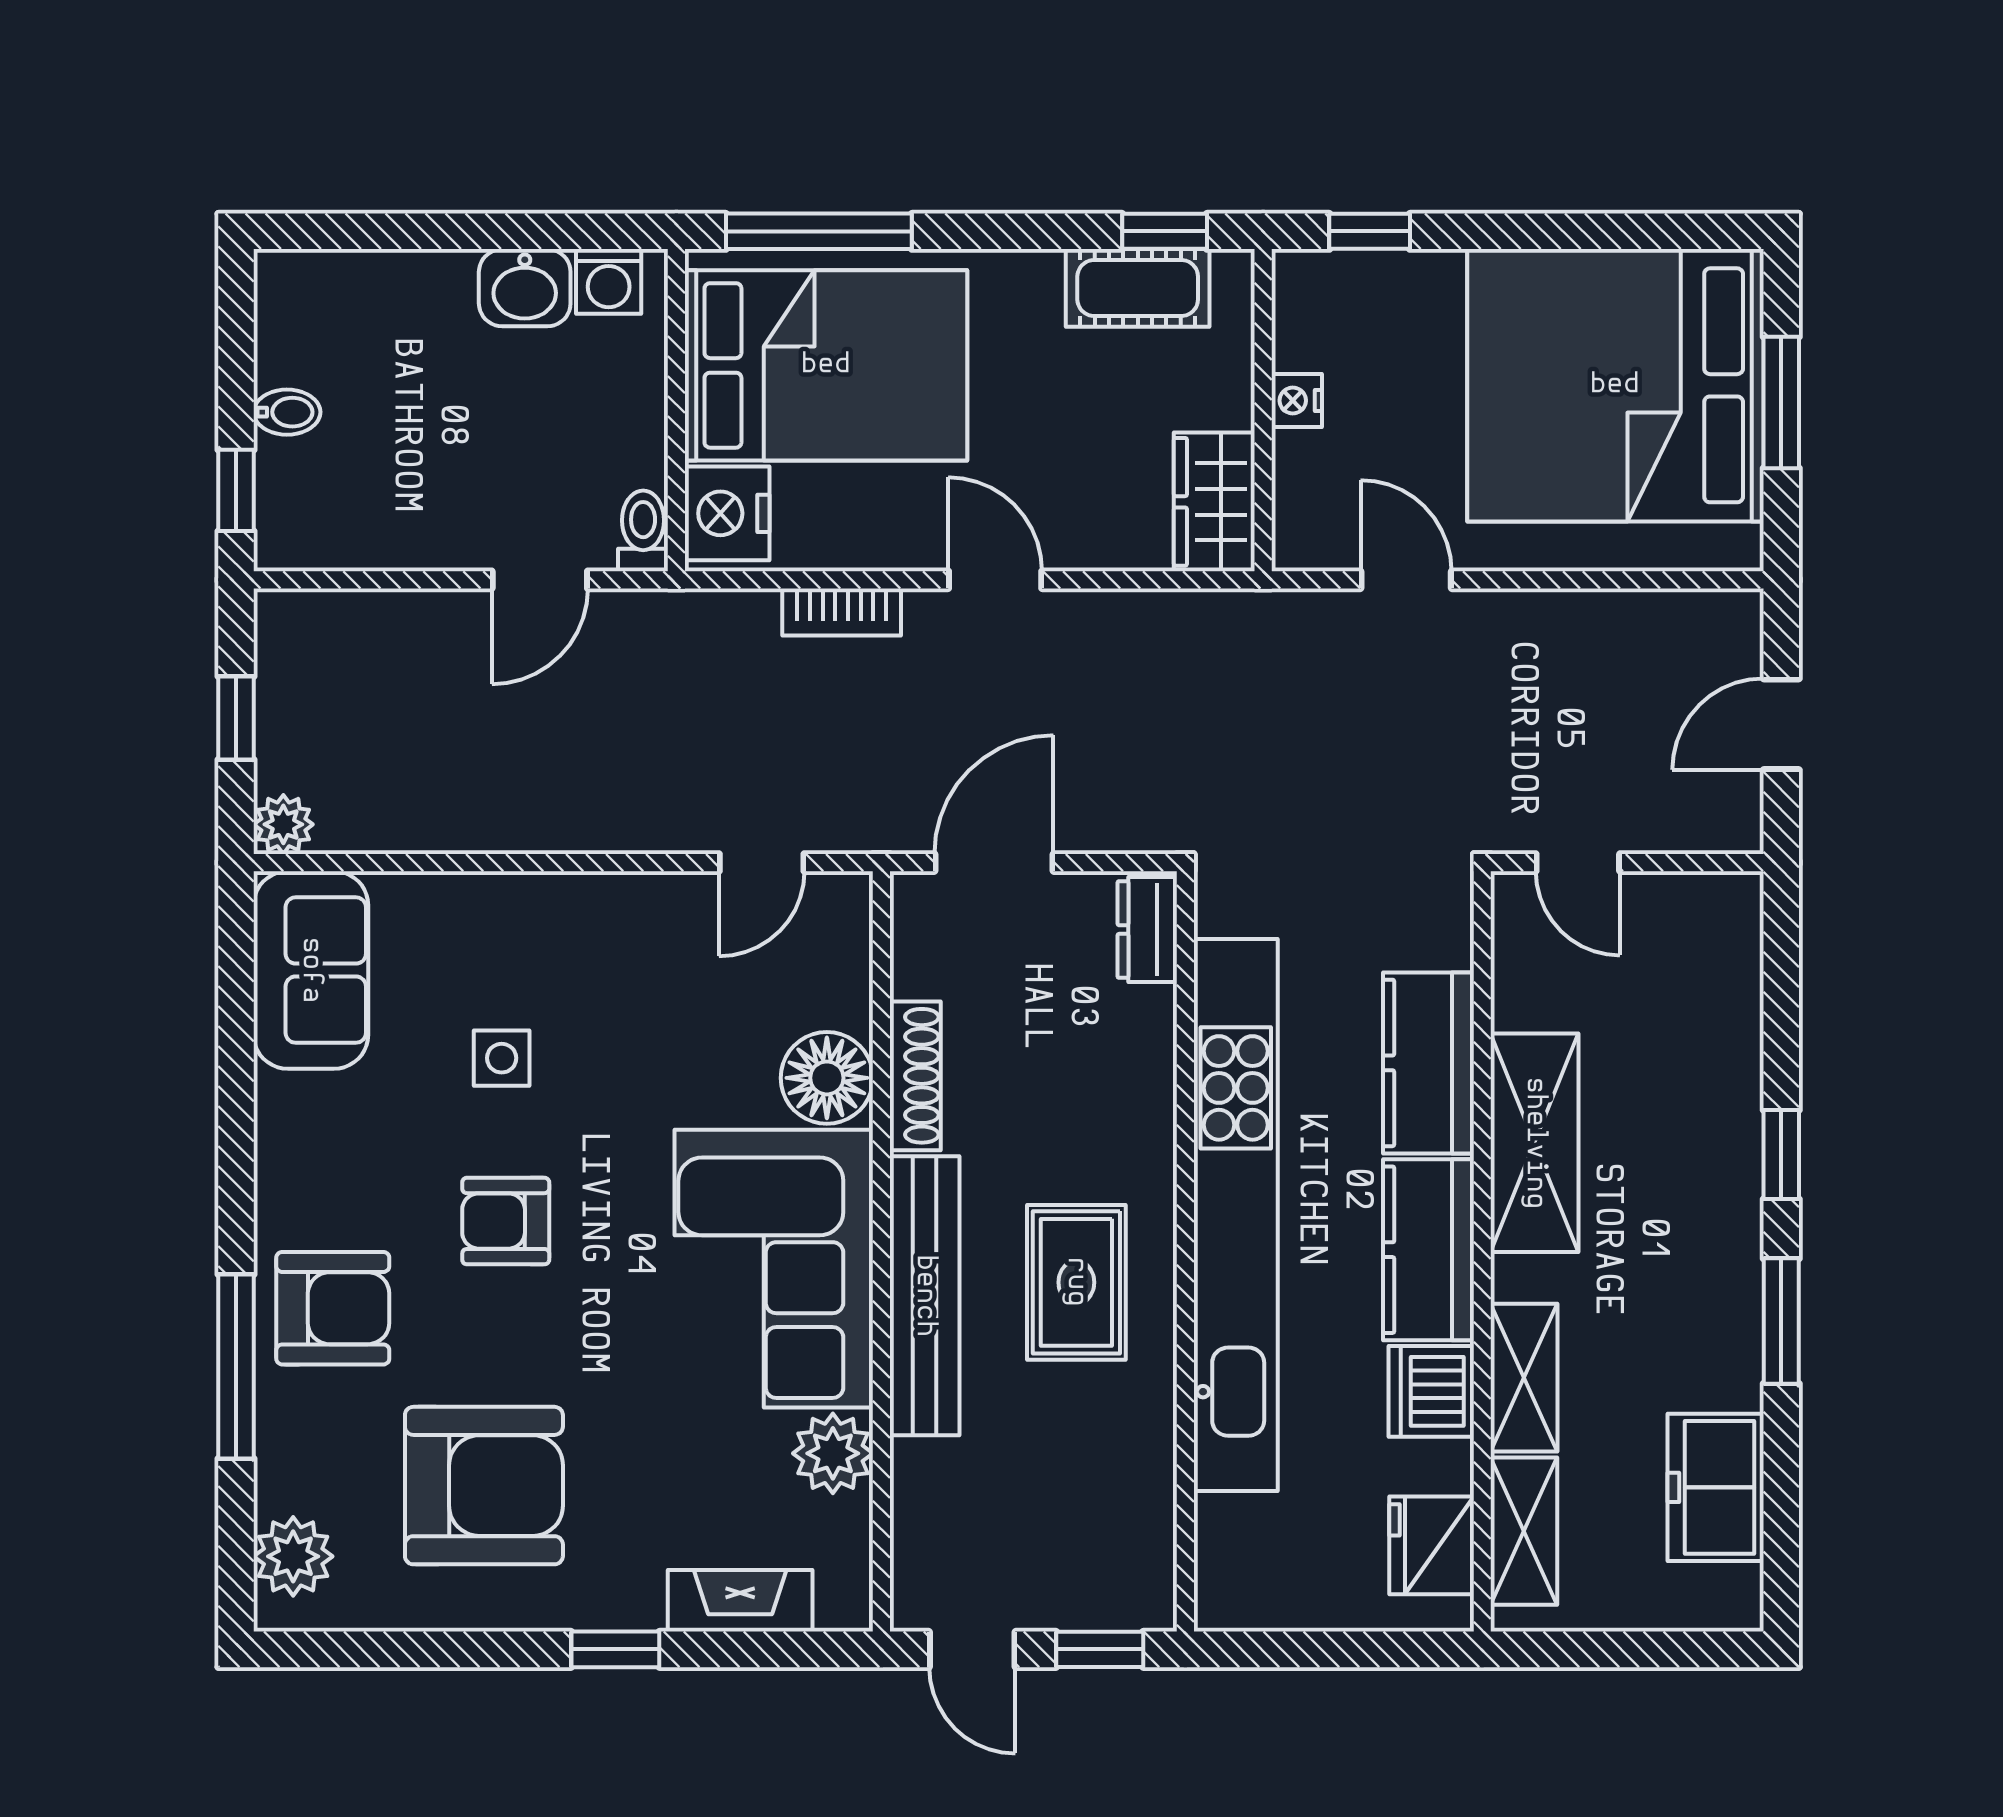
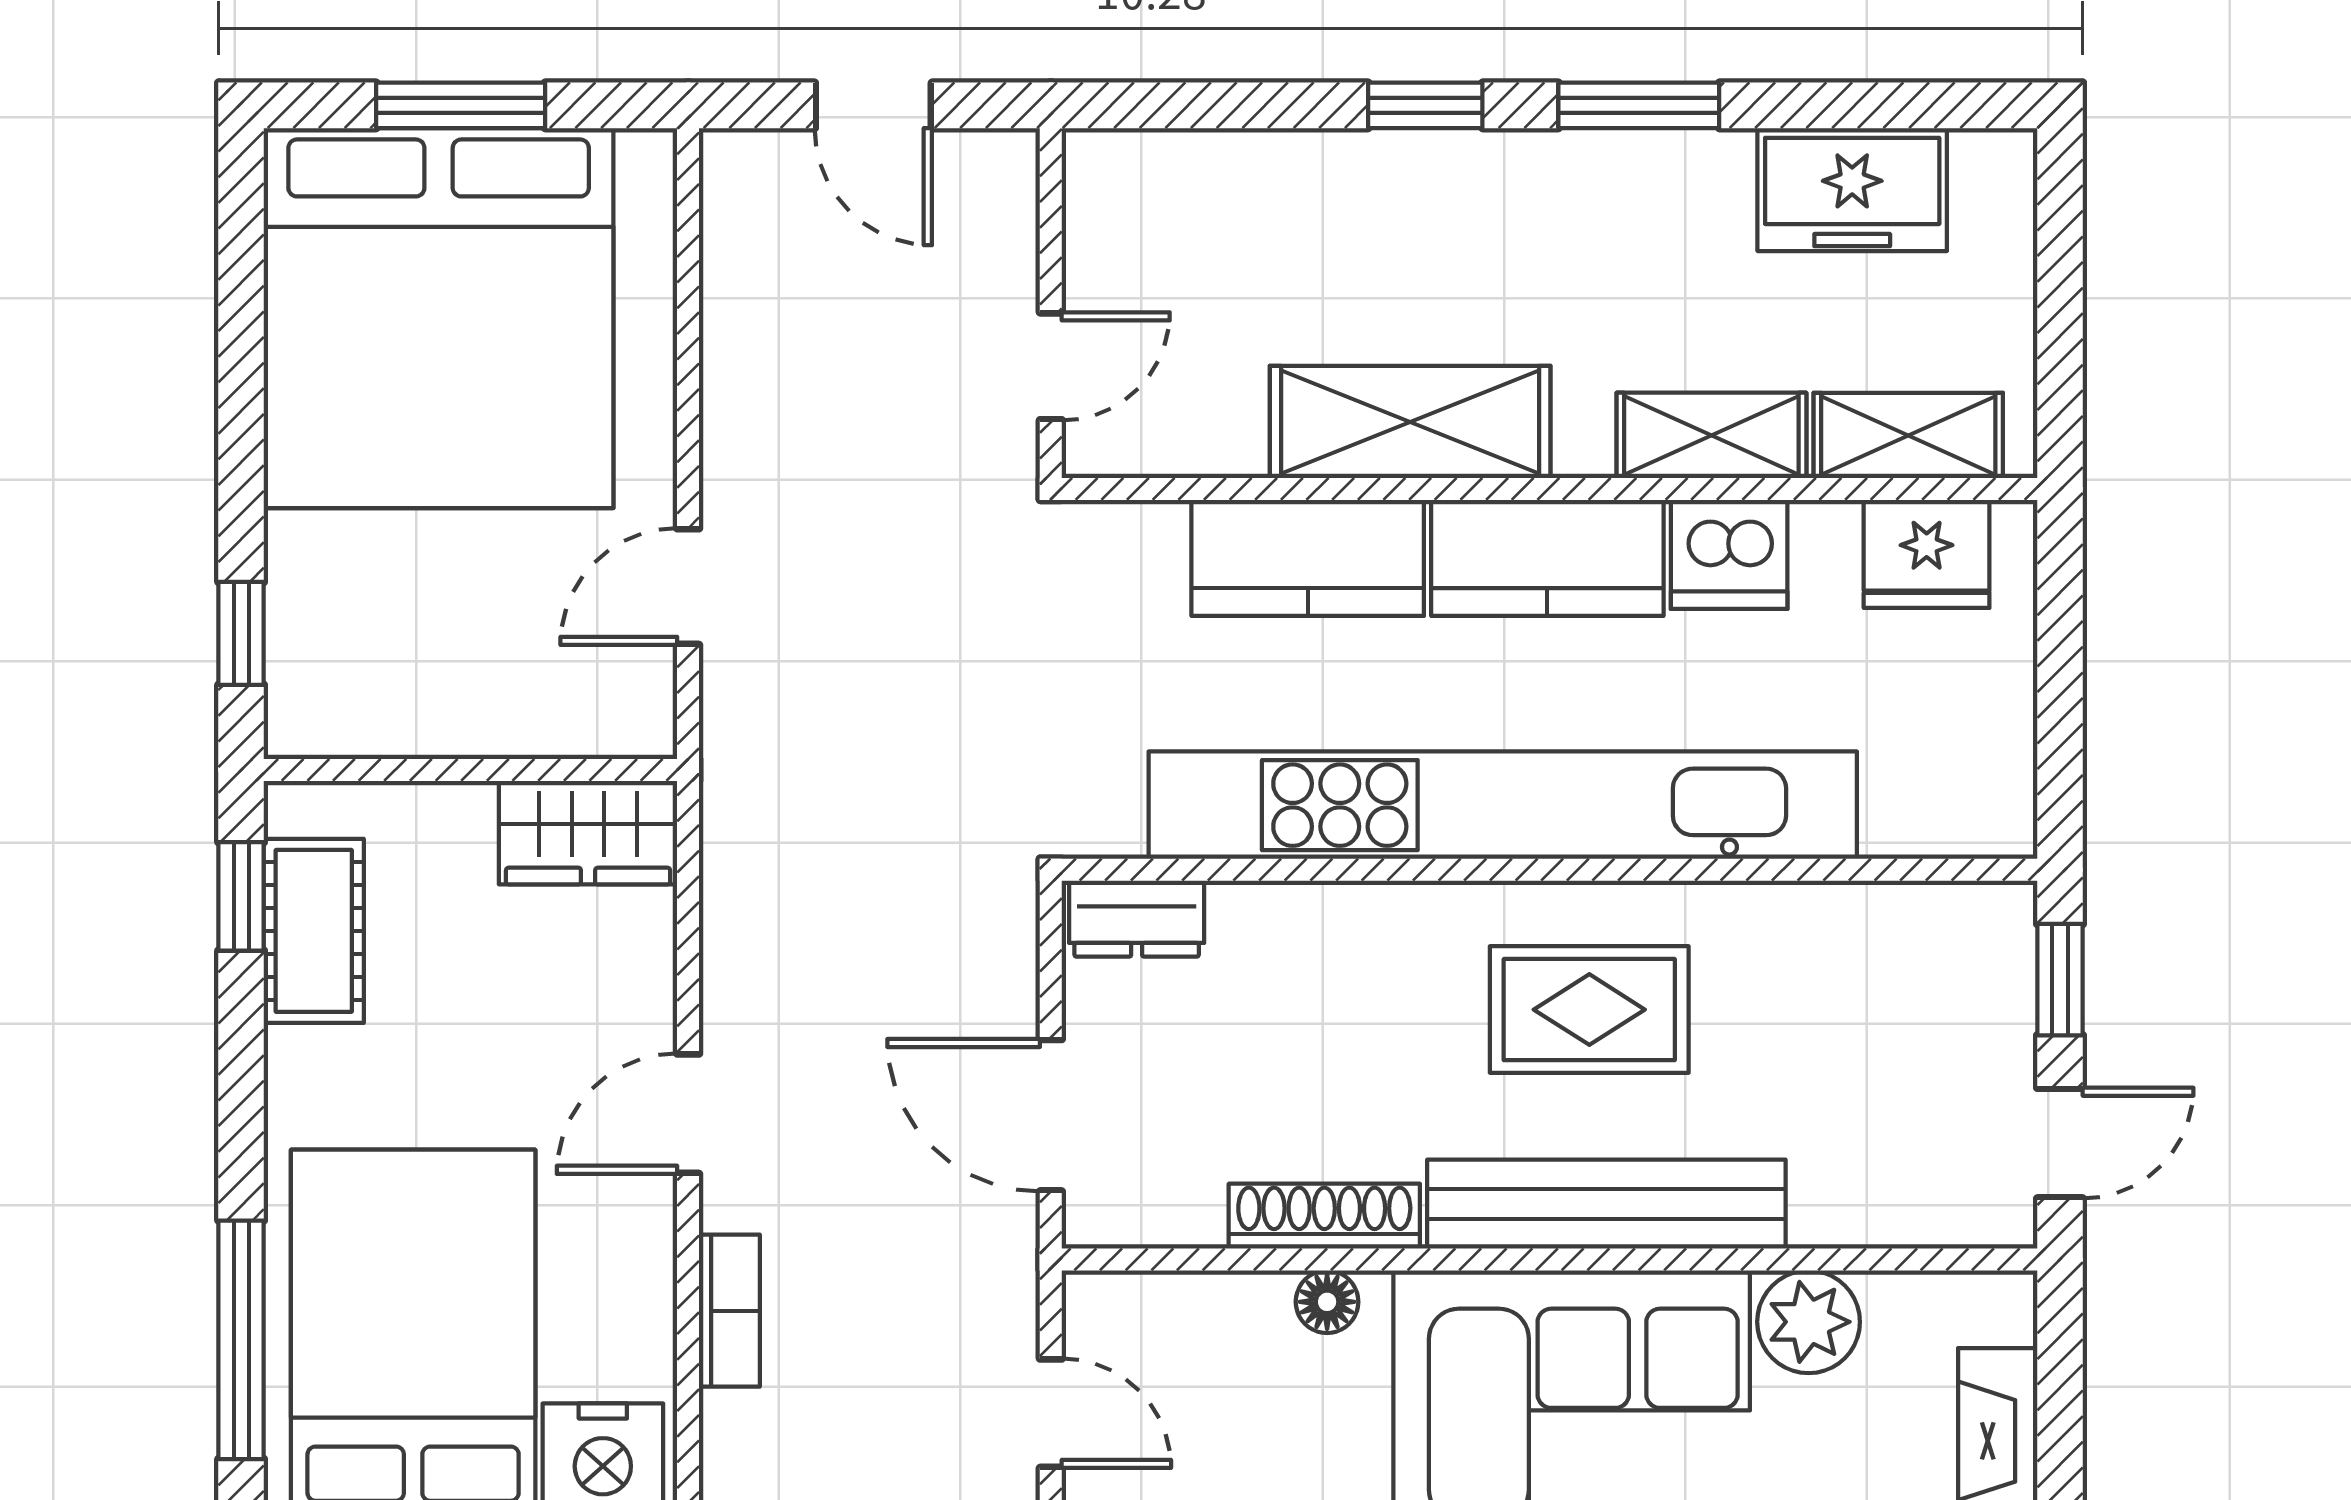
nightstand: (1297, 401) -> (458, 727), removed
floor lamp: (827, 1078) -> (1327, 1302), width x0.53, depth x0.53

